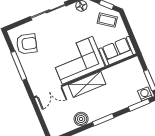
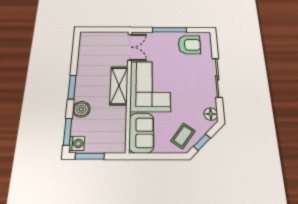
armchair: (27, 44) -> (189, 45), turned -105
double door: (49, 91) -> (130, 47), swing flipped
boiler: (81, 119) -> (81, 109), moved

